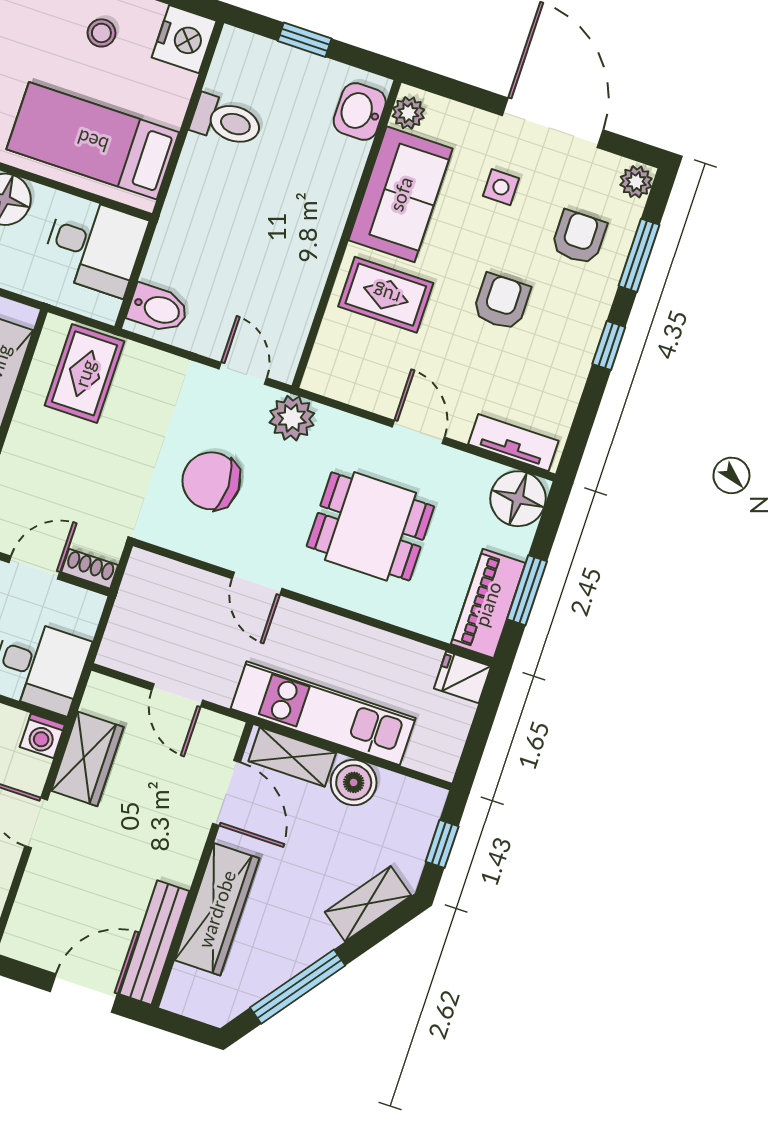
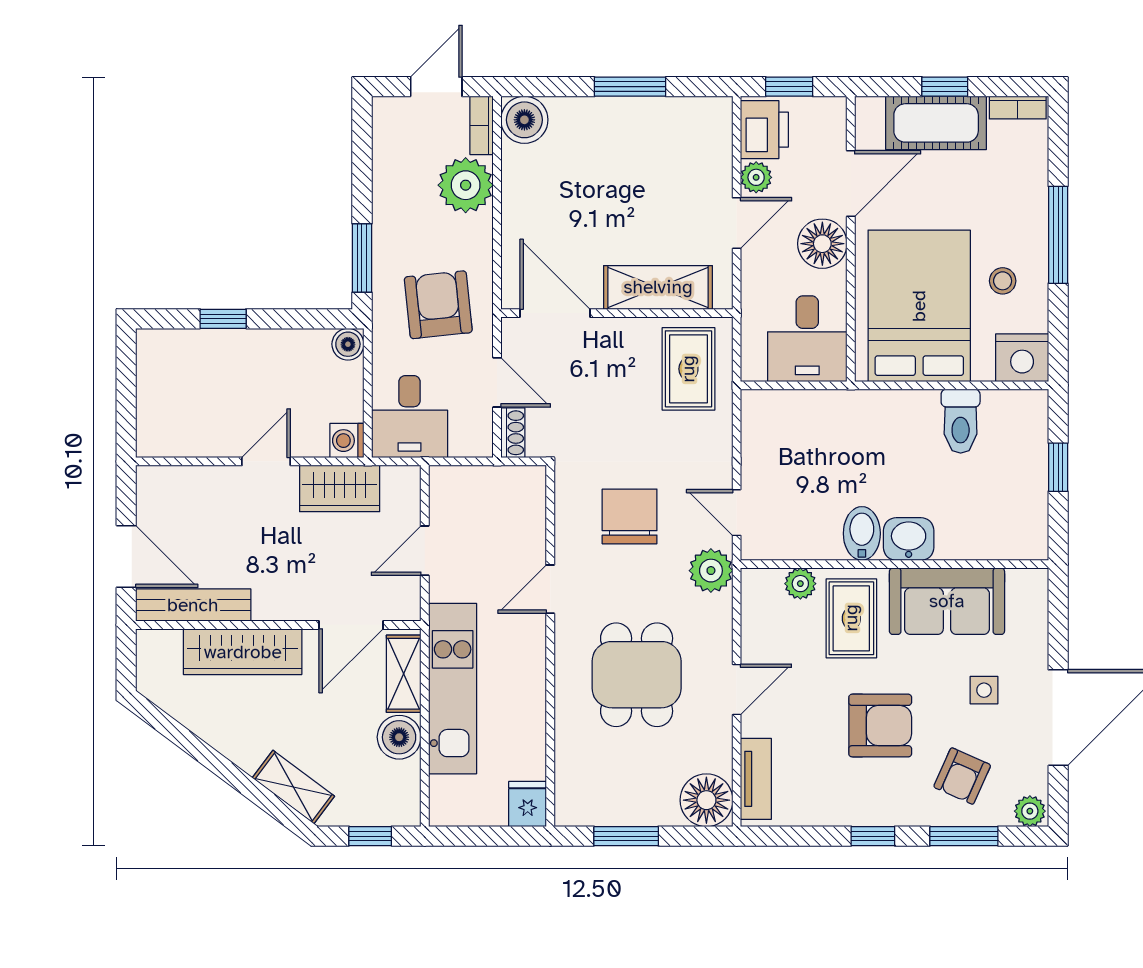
washbasin: (360, 111) -> (909, 539), moved
plant: (408, 113) -> (800, 584), moved
bed: (93, 141) -> (919, 306), width x1.50
armchair: (579, 237) -> (962, 776), turned 114
armchair: (502, 302) -> (880, 726), width x1.38, depth x1.38
bidet: (158, 309) -> (862, 533), moved, turned 180
rug: (85, 373) -> (688, 369), turned 90
door: (243, 373) -> (737, 513), swing flipped
piano: (488, 604) -> (602, 805), removed
window: (298, 987) -> (197, 748), removed

